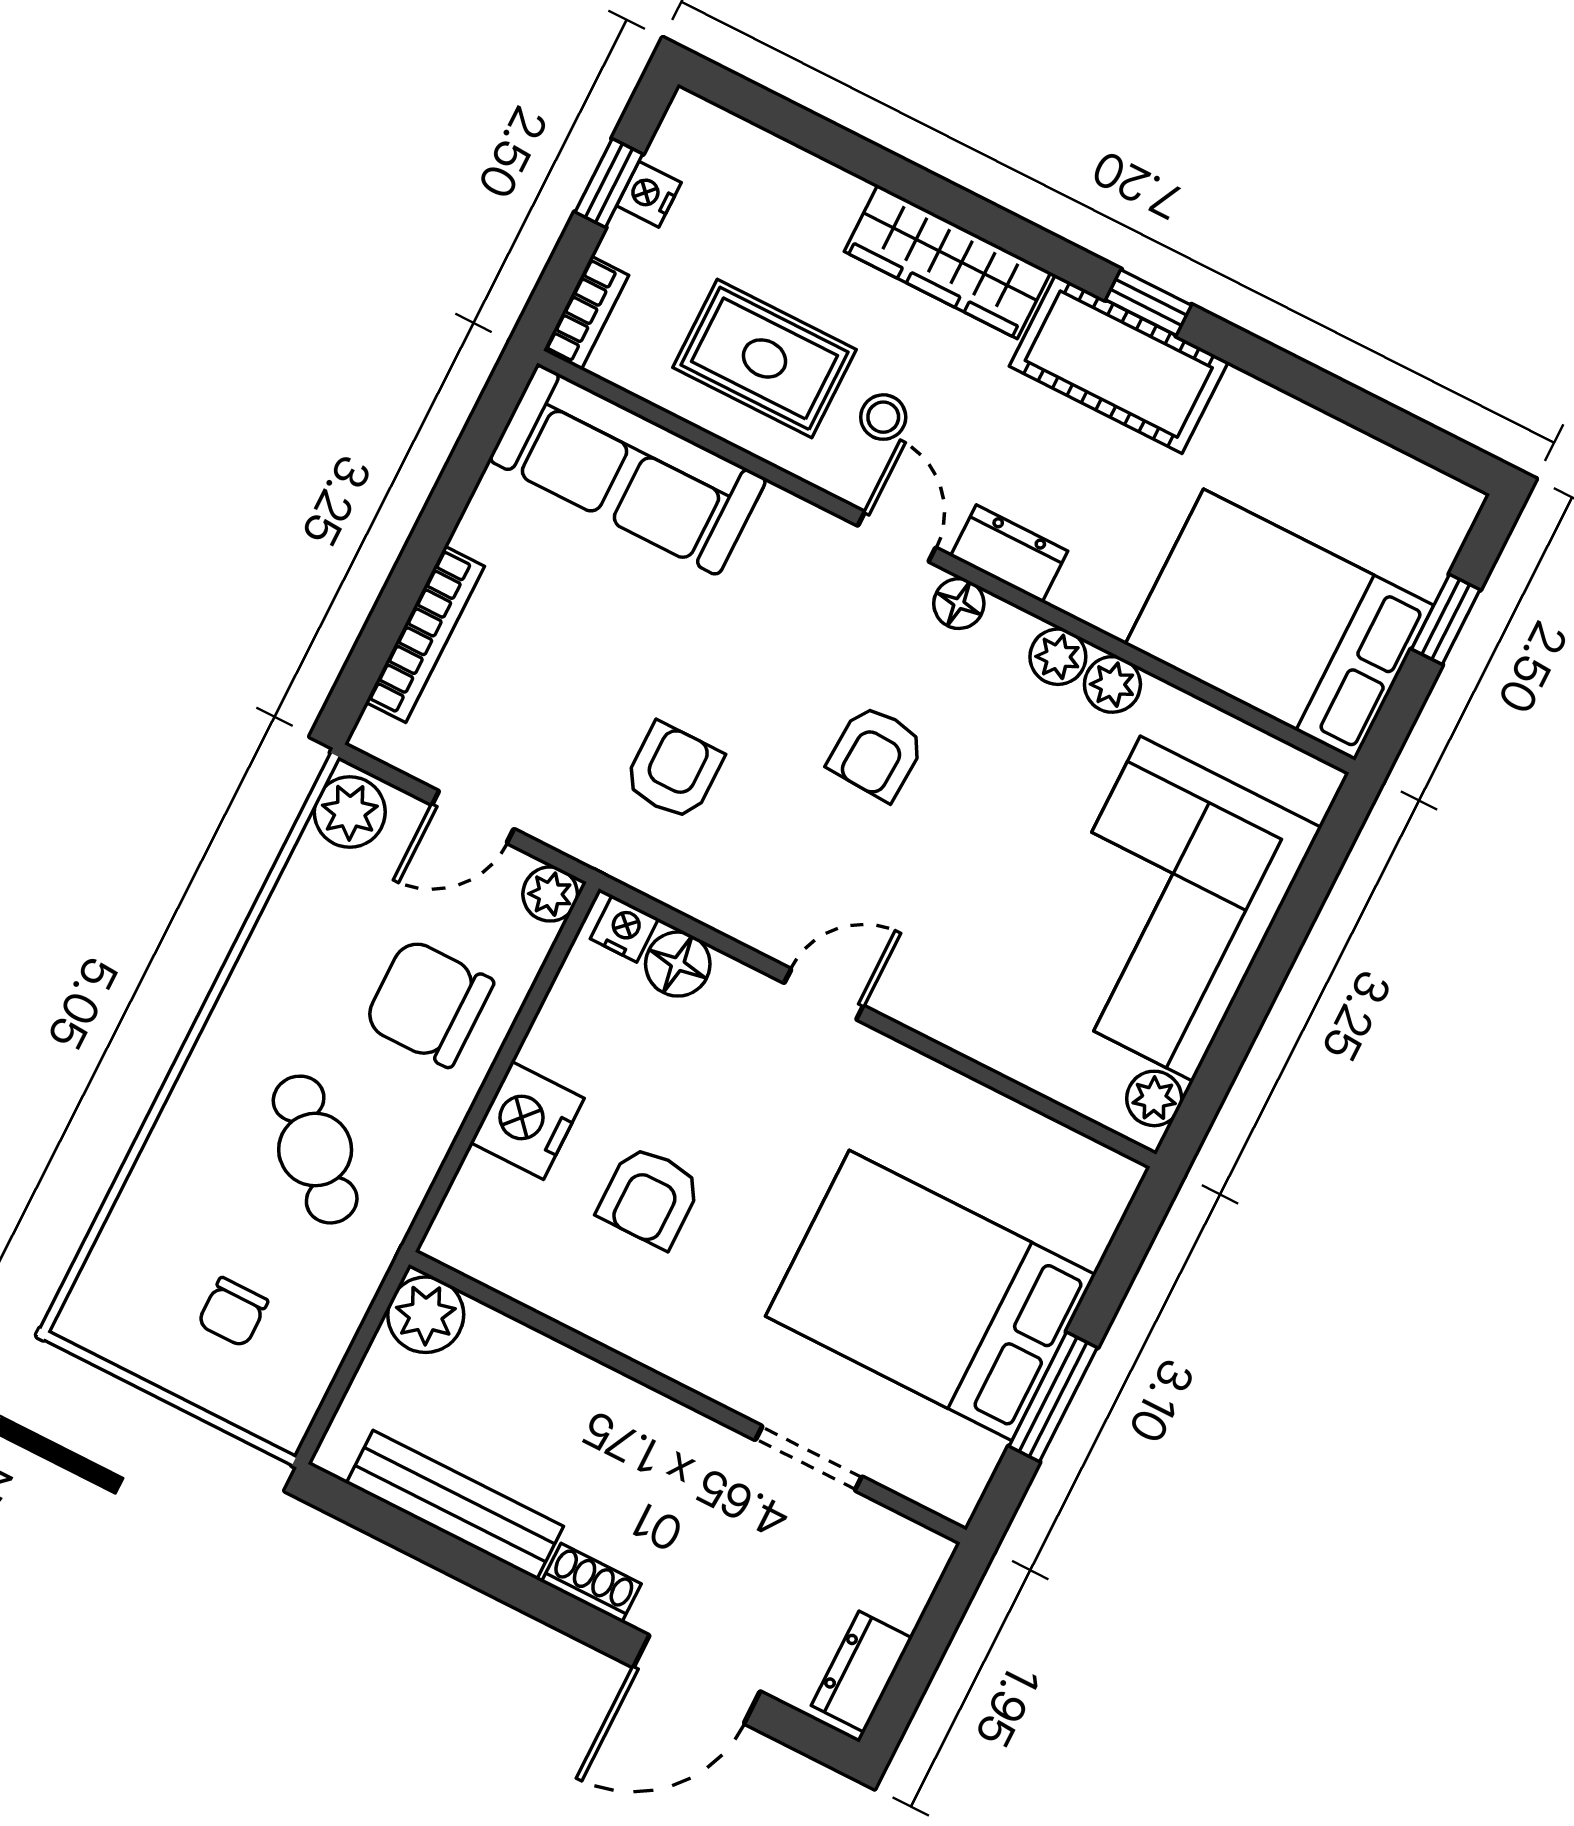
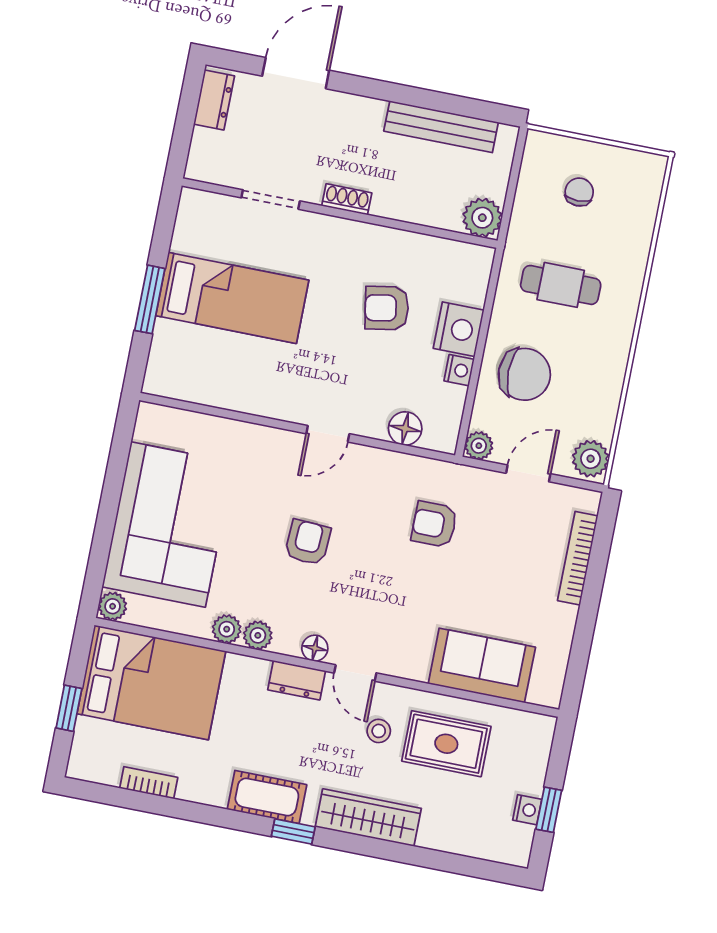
window: (1149, 302) -> (293, 832), moved
bookcase: (586, 313) -> (149, 783), moved, turned 90
cot: (1119, 364) -> (267, 797), width x0.73, depth x0.75
sofa: (628, 470) -> (482, 665), width x0.73
armchair: (876, 753) -> (308, 542), moved
armchair: (673, 771) -> (434, 524), turned 90
nightstand: (624, 929) -> (459, 370), moved, turned -90
plant: (1154, 1098) -> (113, 606), moved
cafe table: (315, 1150) -> (561, 285), turned -45
armchair: (650, 1197) -> (387, 308), turned -100
bed: (931, 1296) -> (232, 298), width x0.67
window: (1053, 1397) -> (150, 299), moved
shoe rack: (591, 1583) -> (347, 199), moved, turned 180

